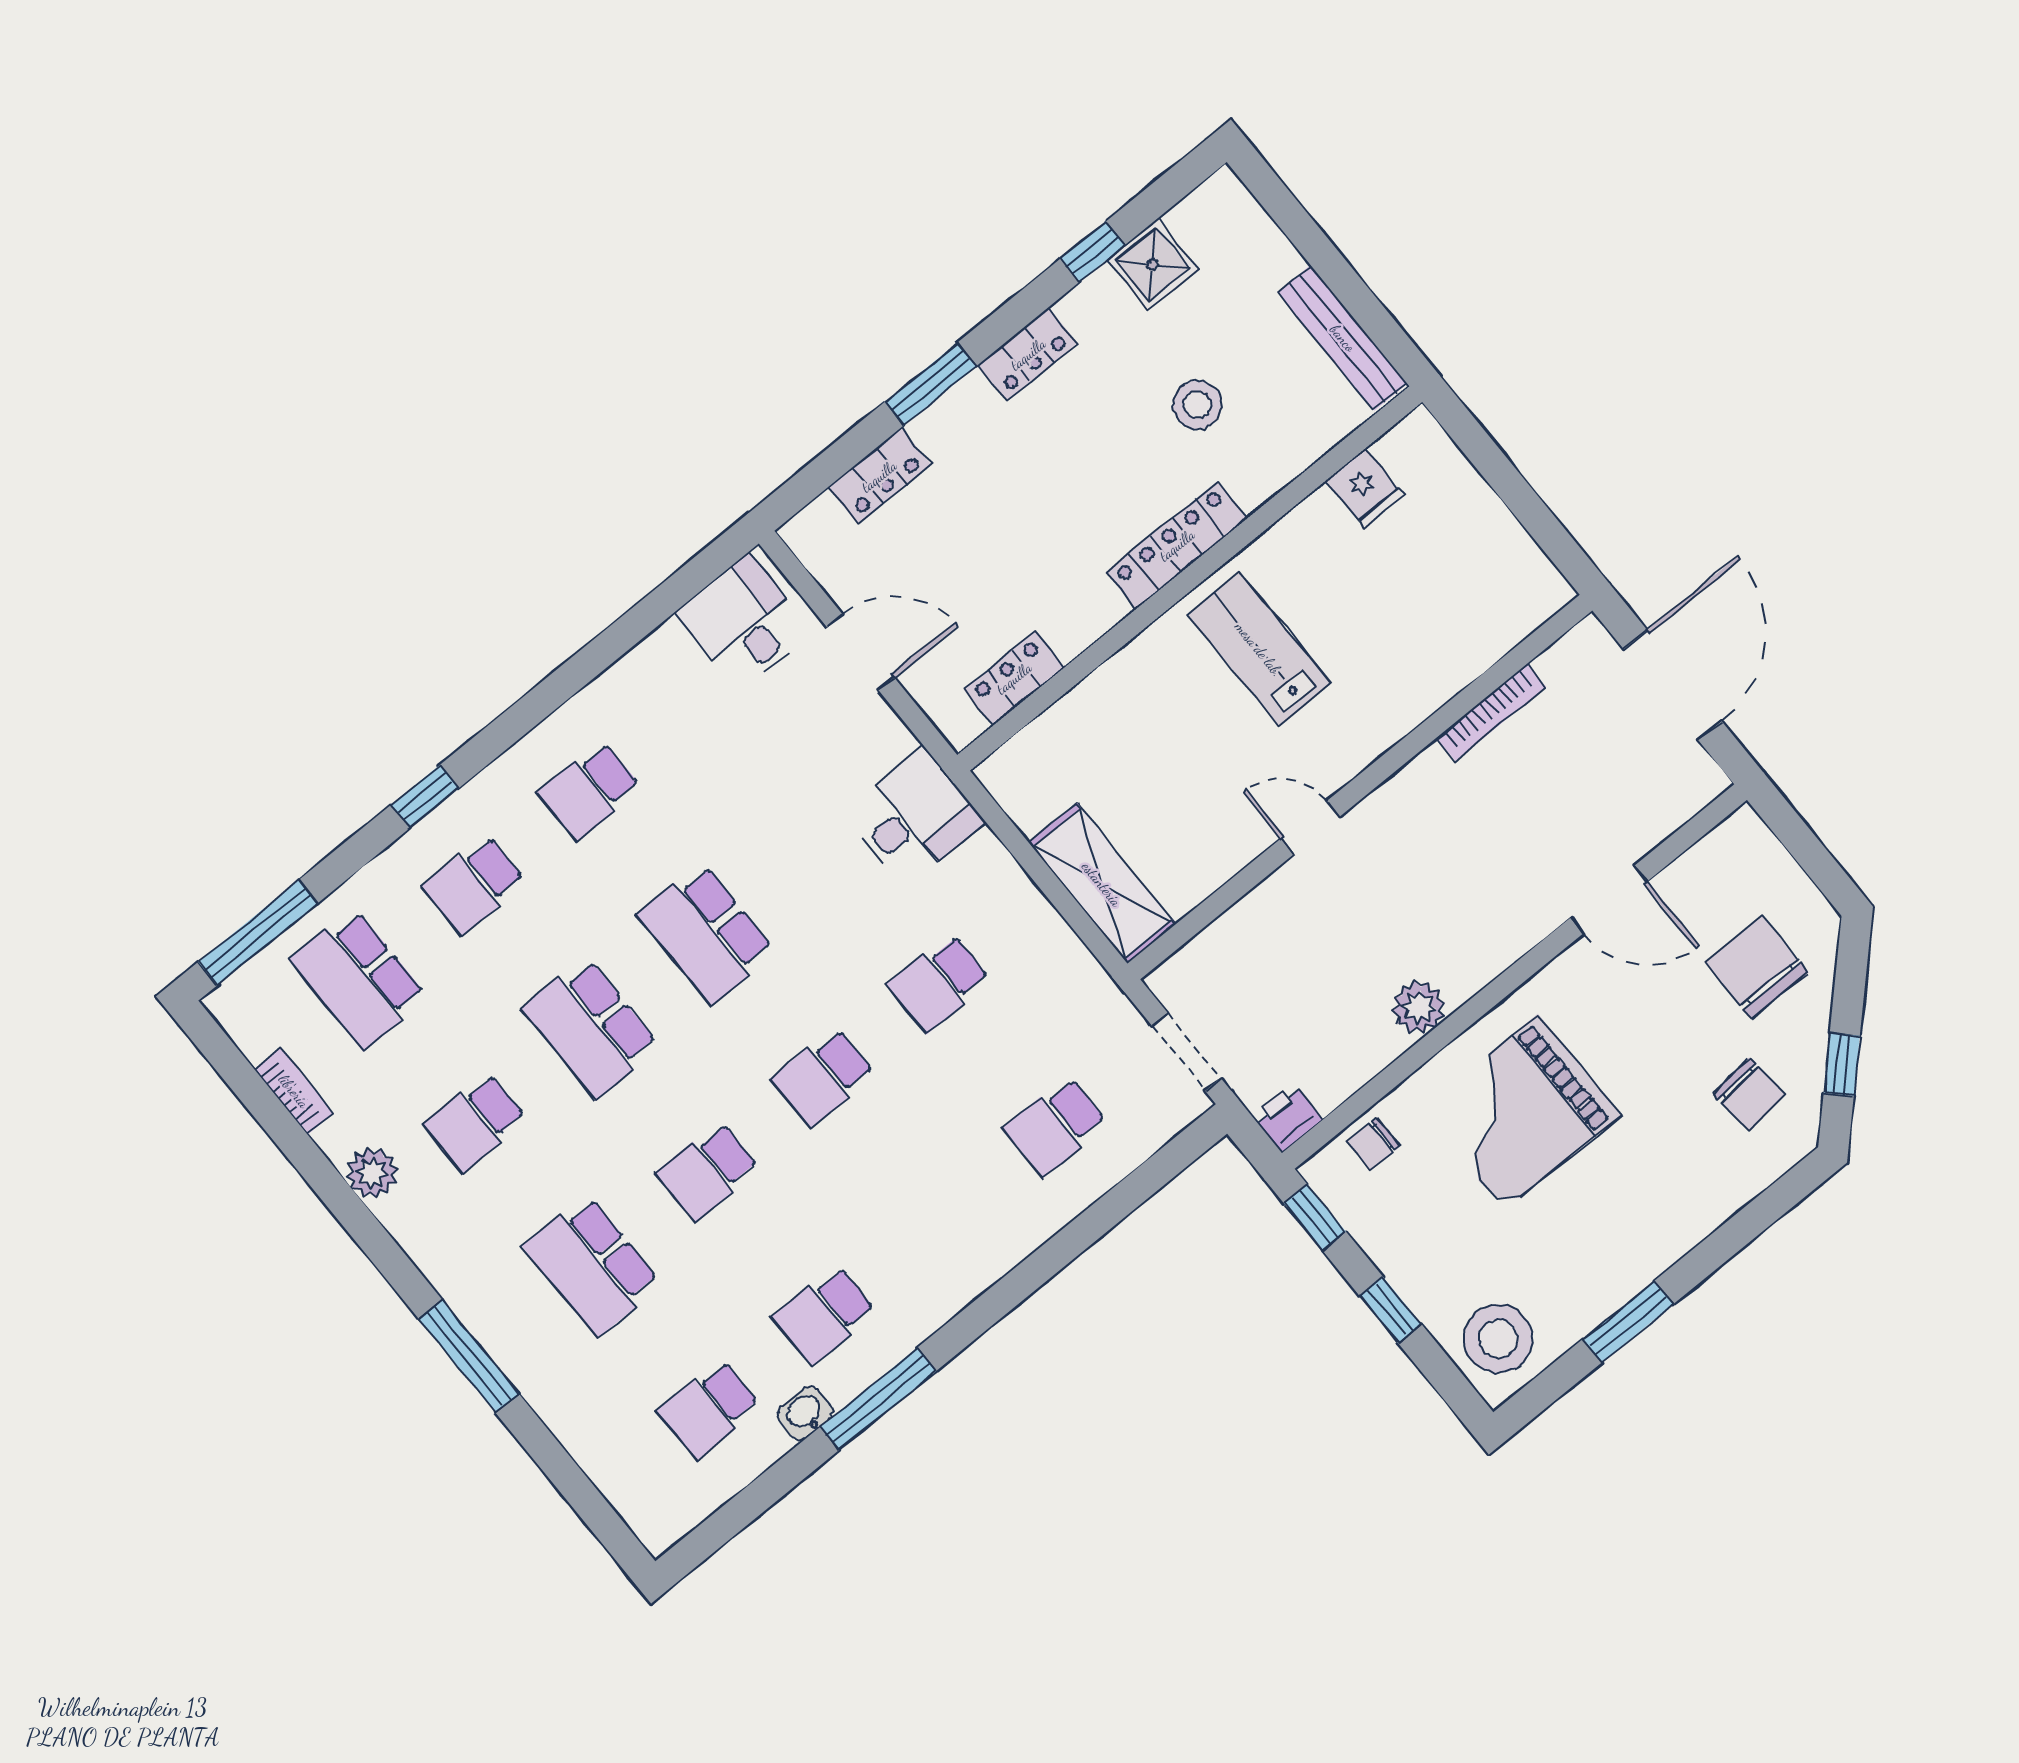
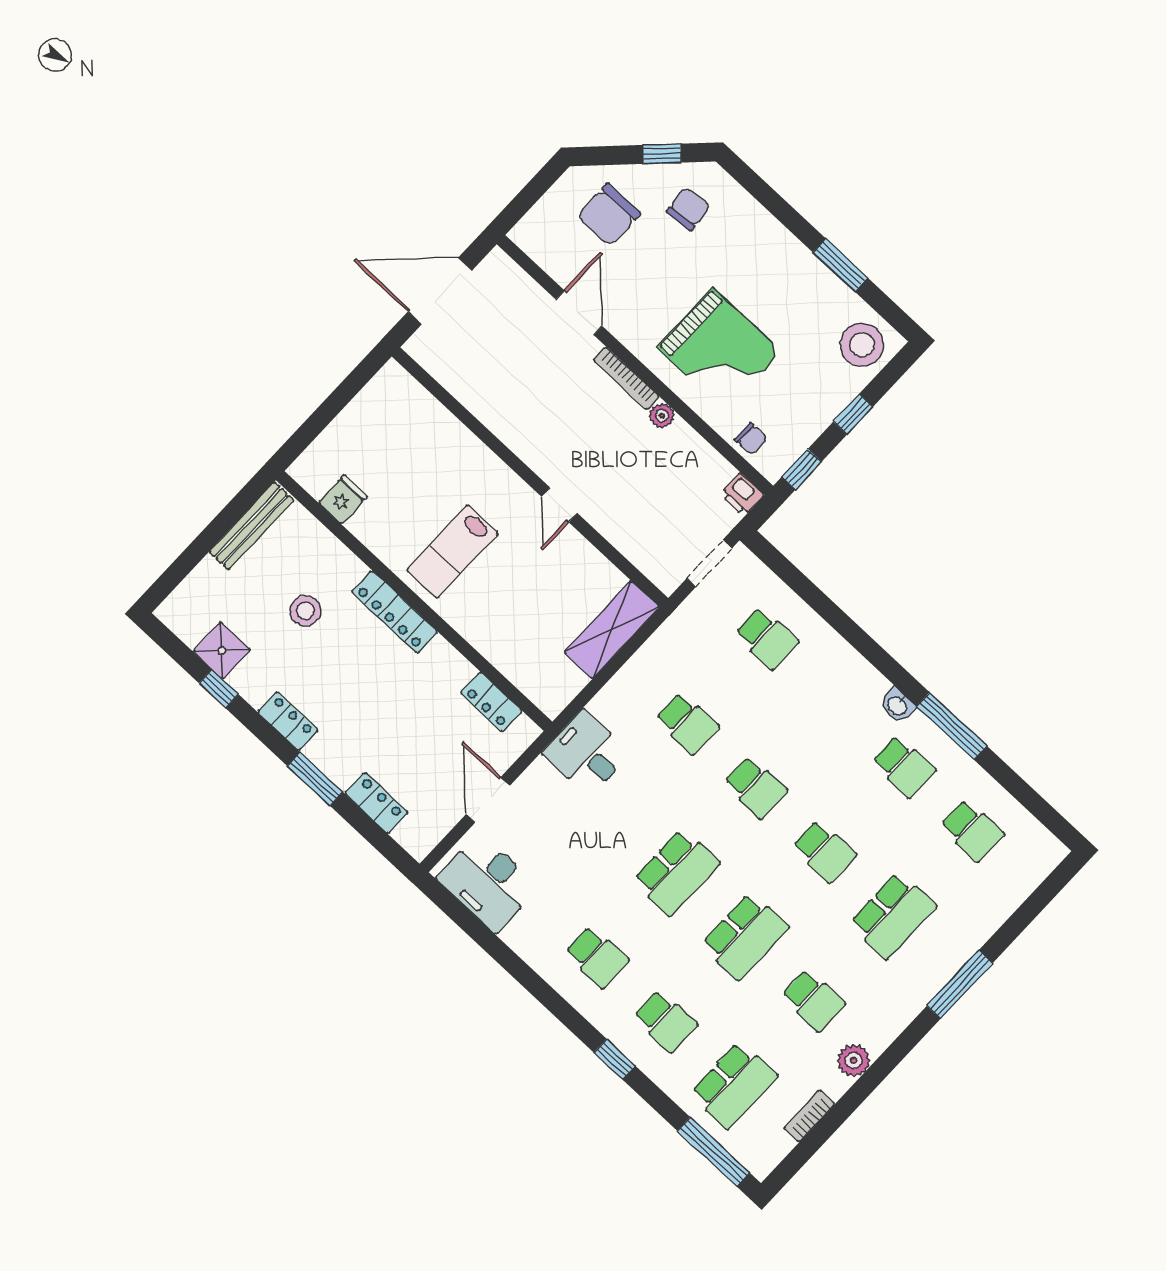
desk: (744, 623) -> (488, 883), width x1.37
bookcase: (1491, 712) -> (626, 378), moved, turned 180
plant: (1419, 1007) -> (662, 416), width x0.73, depth x0.73
washbasin: (805, 1413) -> (897, 705), moved

